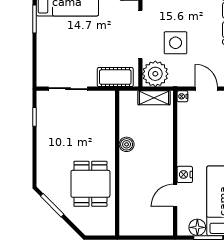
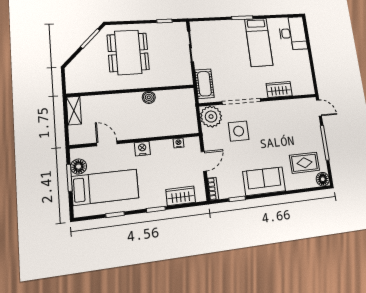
nightstand: (182, 96) -> (179, 143), moved
shelving: (154, 98) -> (74, 111), moved
nightstand: (185, 174) -> (142, 149), moved
dining table: (90, 184) -> (128, 52), moved, width x1.37

